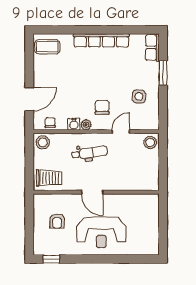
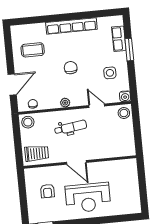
coffee table: (47, 47) -> (33, 50), moved
row of seats: (152, 48) -> (119, 39), moved
chair: (102, 107) -> (71, 68), moved
water cooler: (74, 124) -> (125, 96), moved
door: (121, 132) -> (97, 106), hinge flipped

